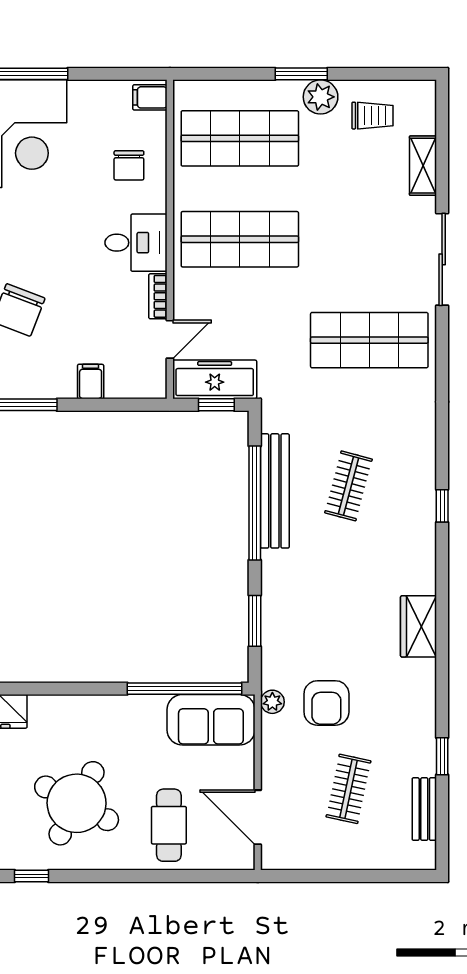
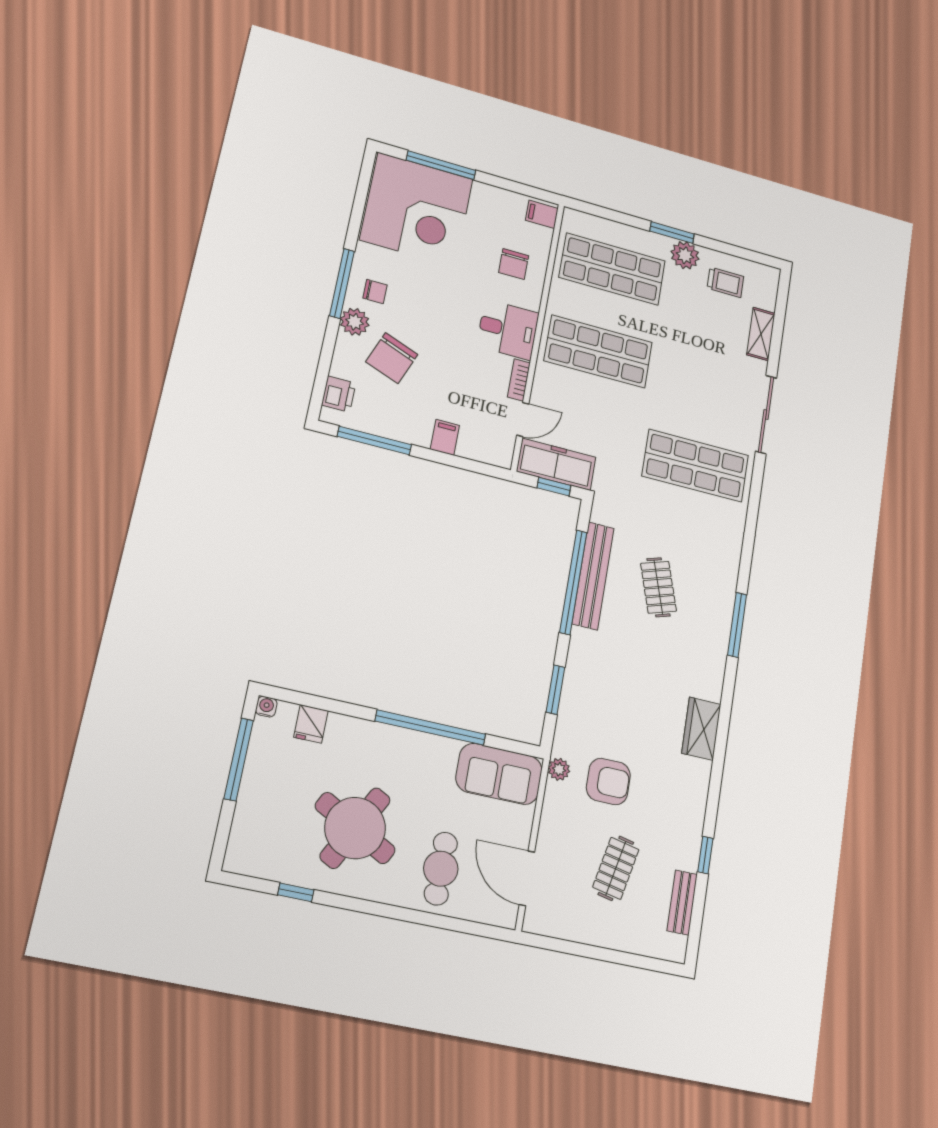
clothes rail: (348, 486) -> (659, 587), turned -33
window: (442, 506) -> (737, 625), width x2.17
window: (184, 689) -> (431, 728), moved
armchair: (326, 703) -> (608, 781), turned -90

